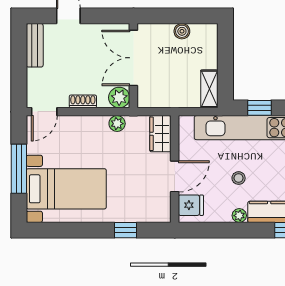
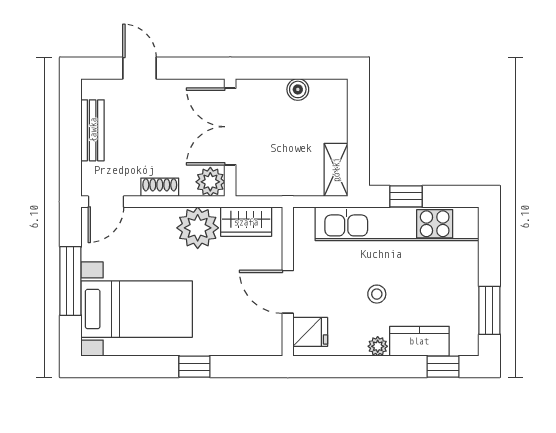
bench: (35, 45) -> (93, 130), moved
plant: (117, 124) -> (198, 228), width x1.88, depth x1.88
wardrobe: (160, 134) -> (246, 222), moved, turned -90
door: (175, 176) -> (288, 292), swing flipped
window: (125, 230) -> (194, 367), moved

